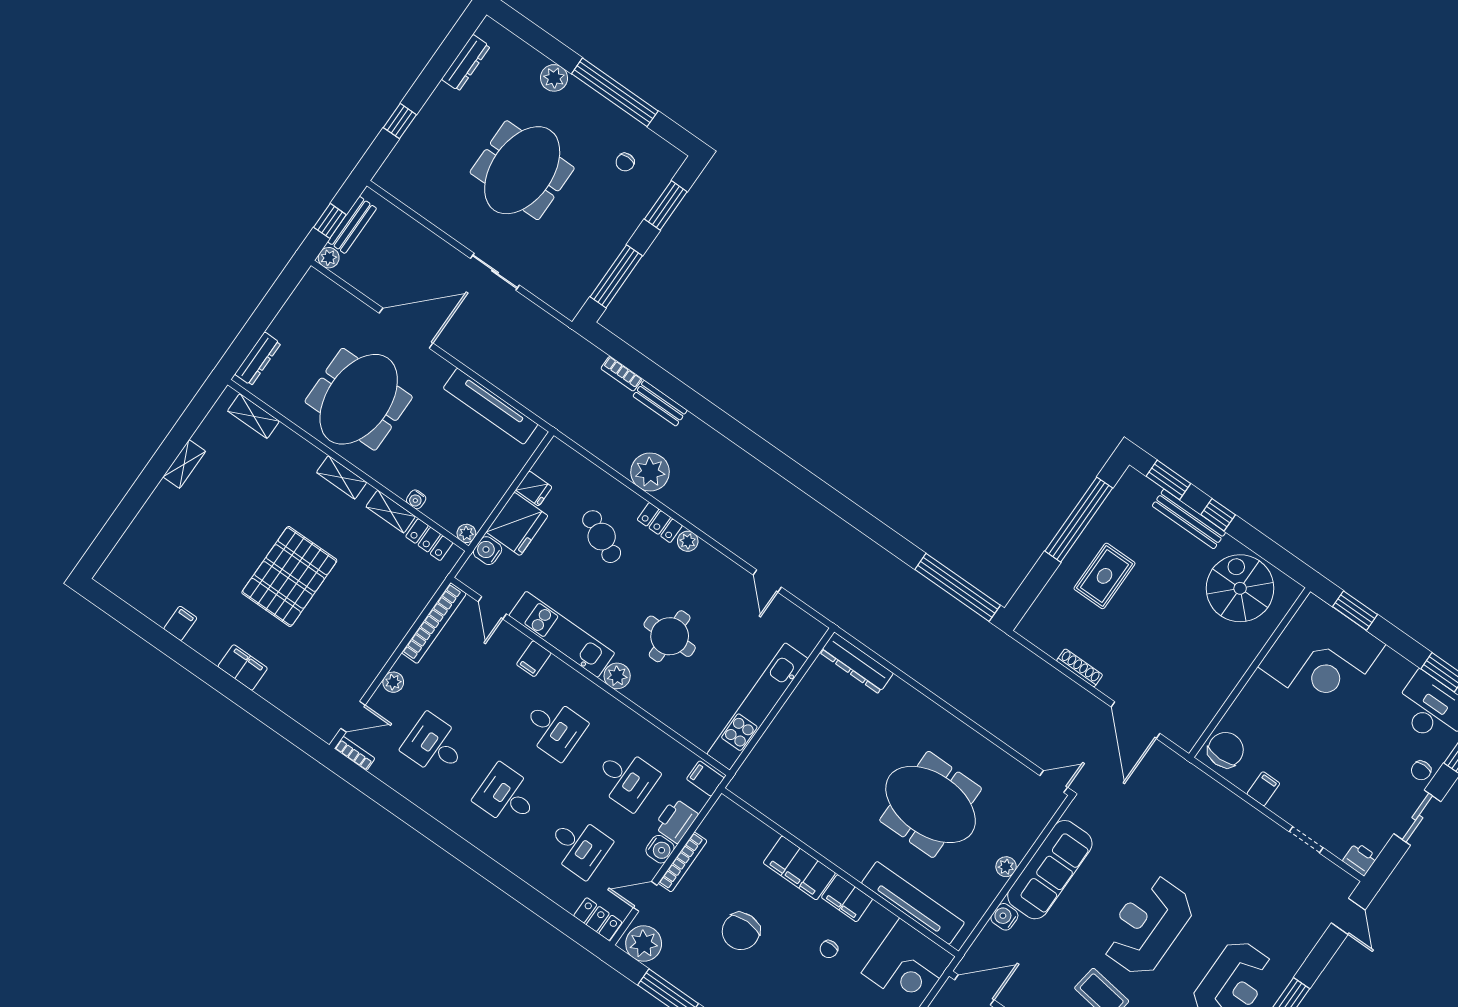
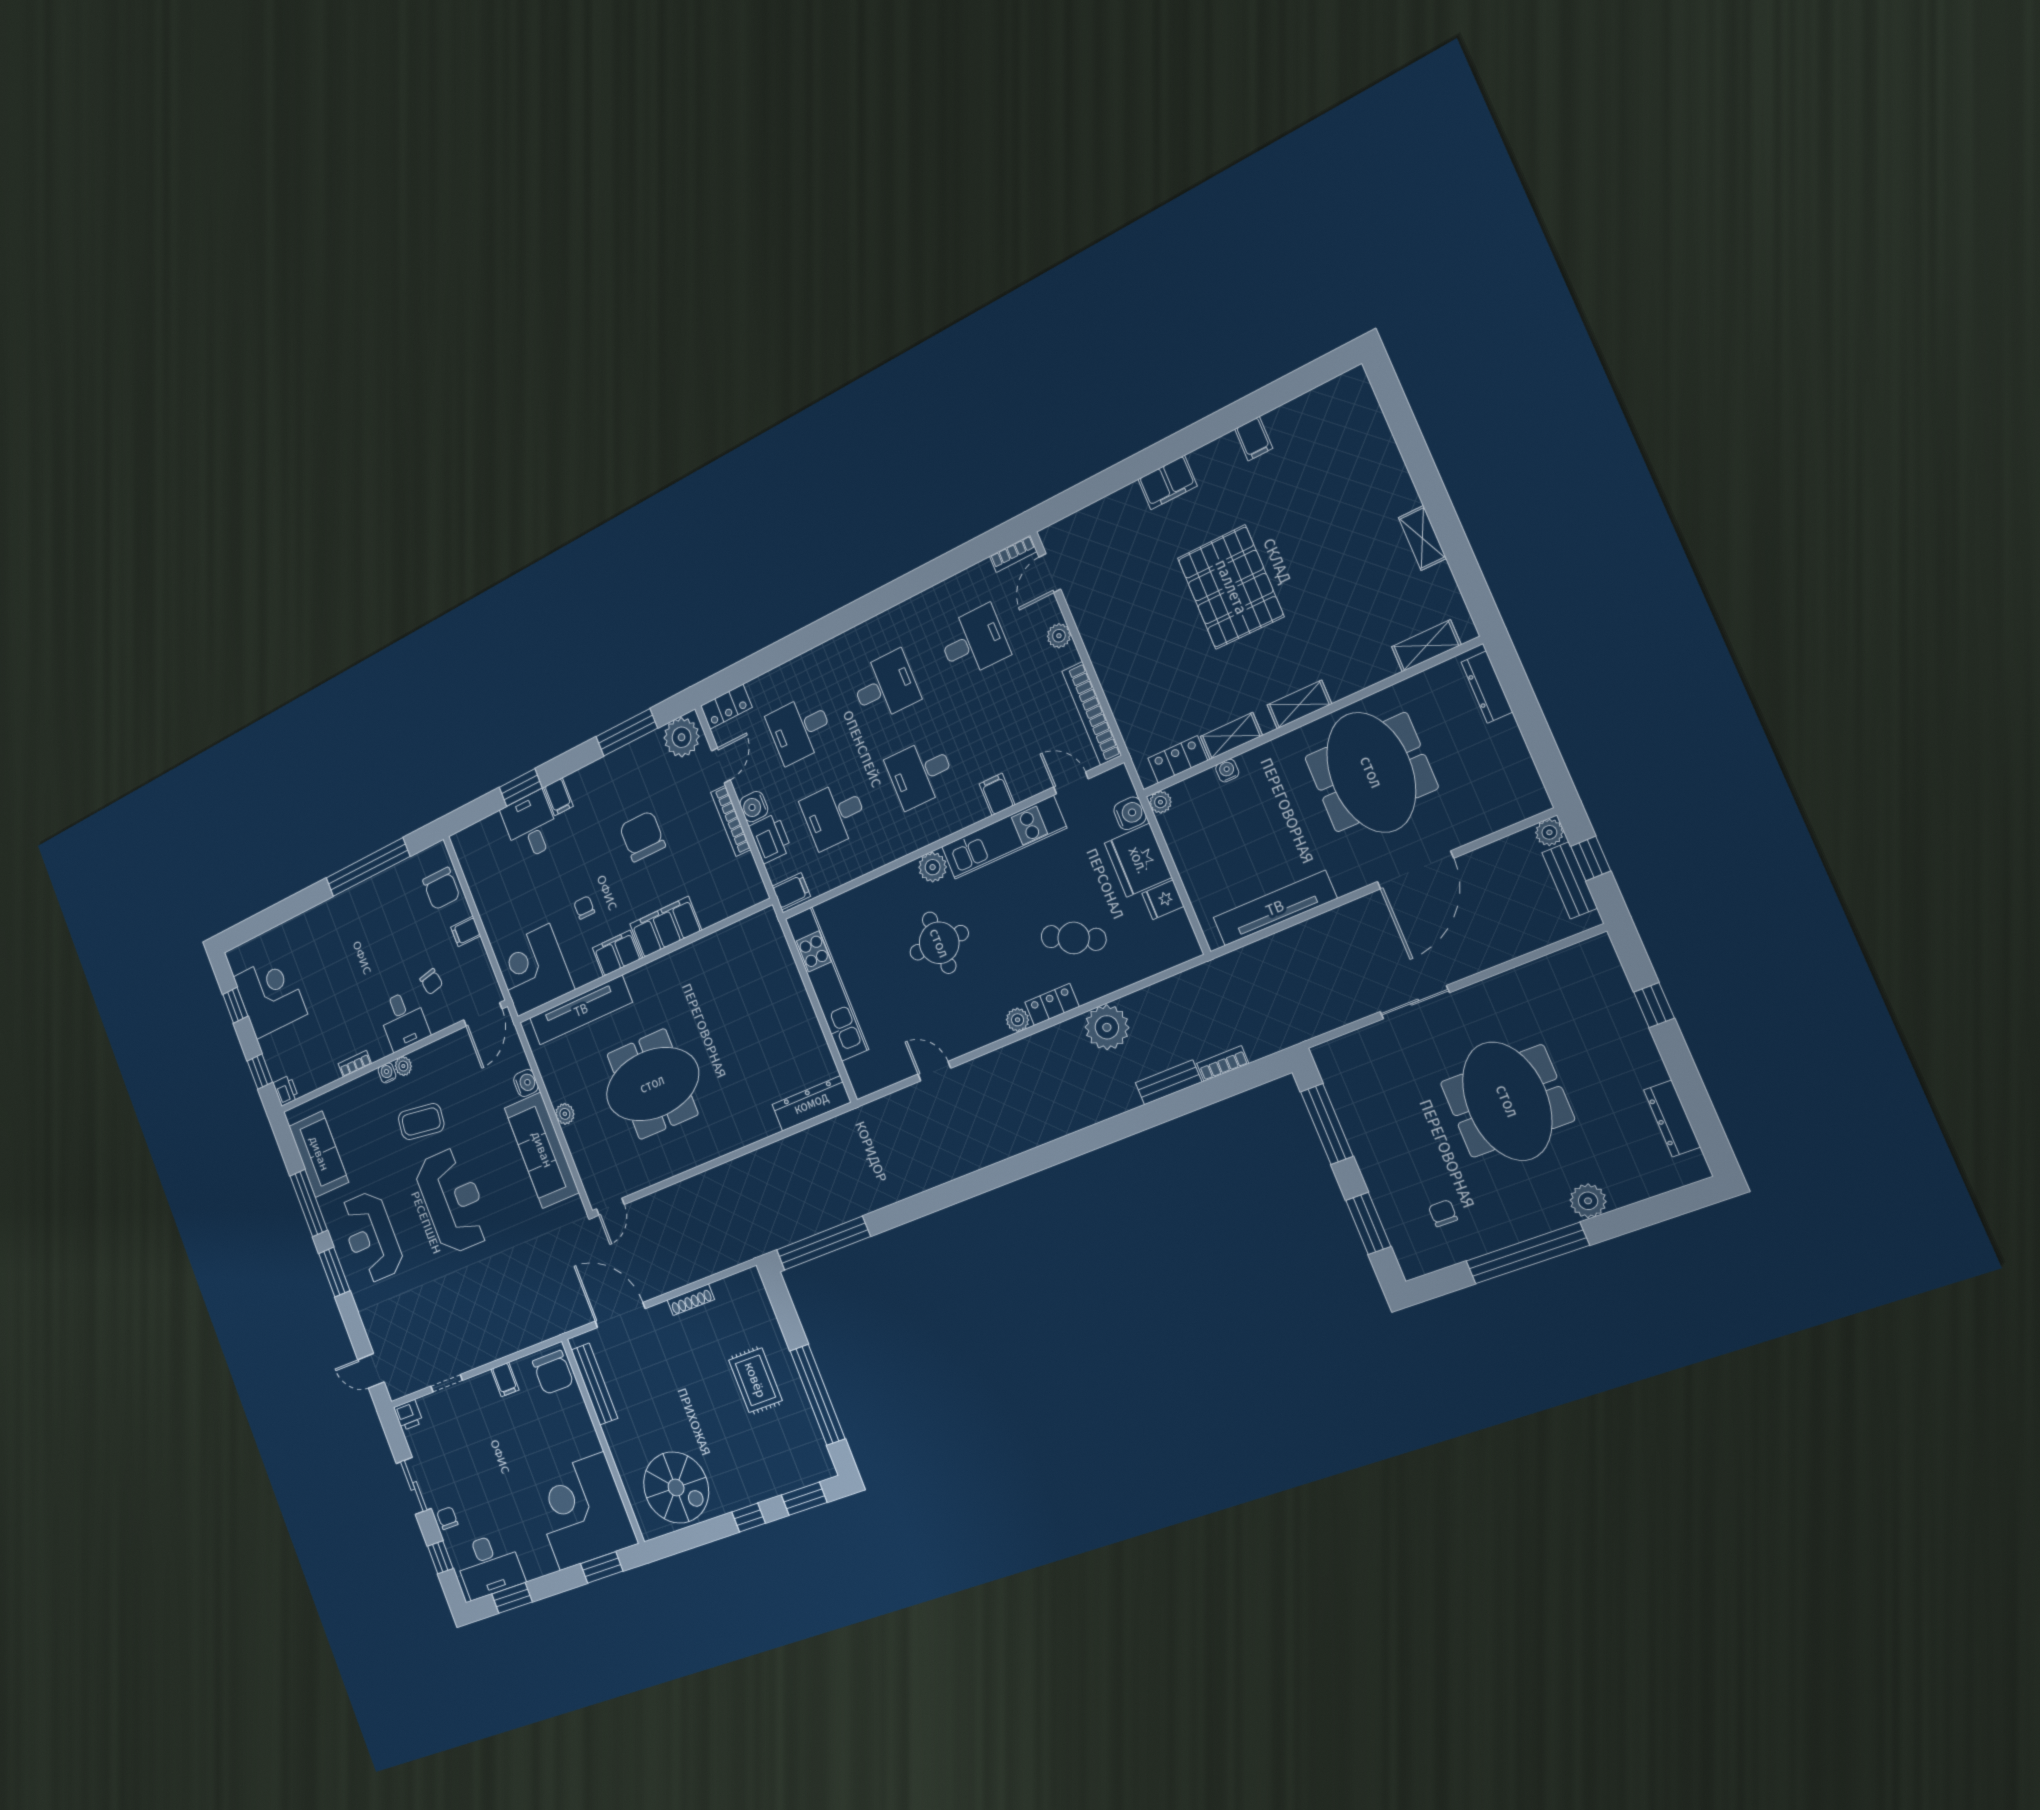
bench: (1189, 519) -> (594, 1384), moved, turned 90

